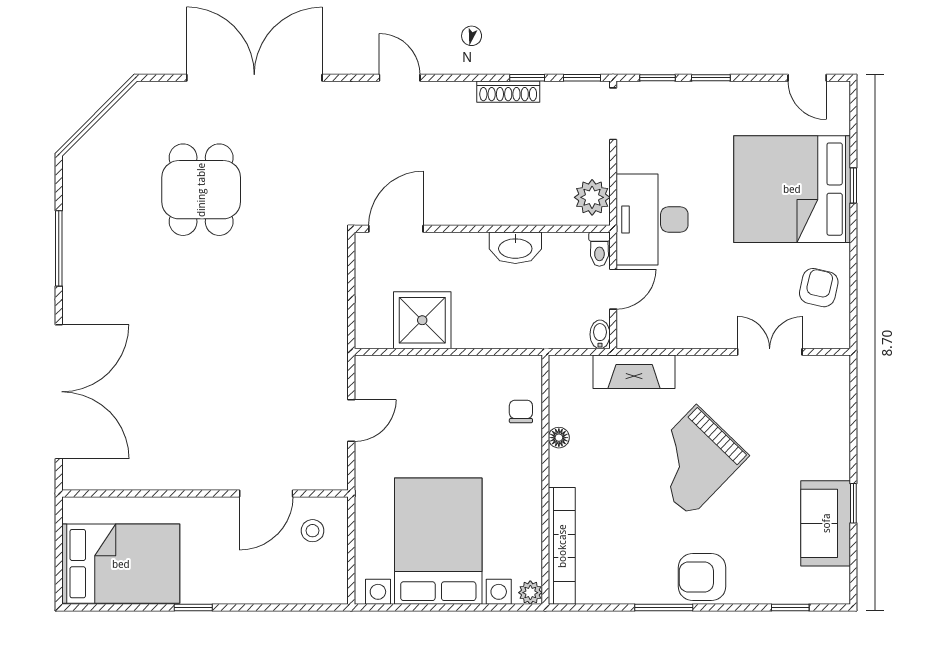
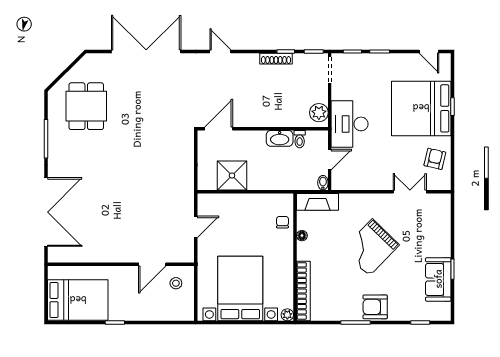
dining table: (201, 190) -> (86, 106), moved
toilet: (599, 249) -> (300, 139), moved
fireplace: (634, 372) -> (317, 202), moved

